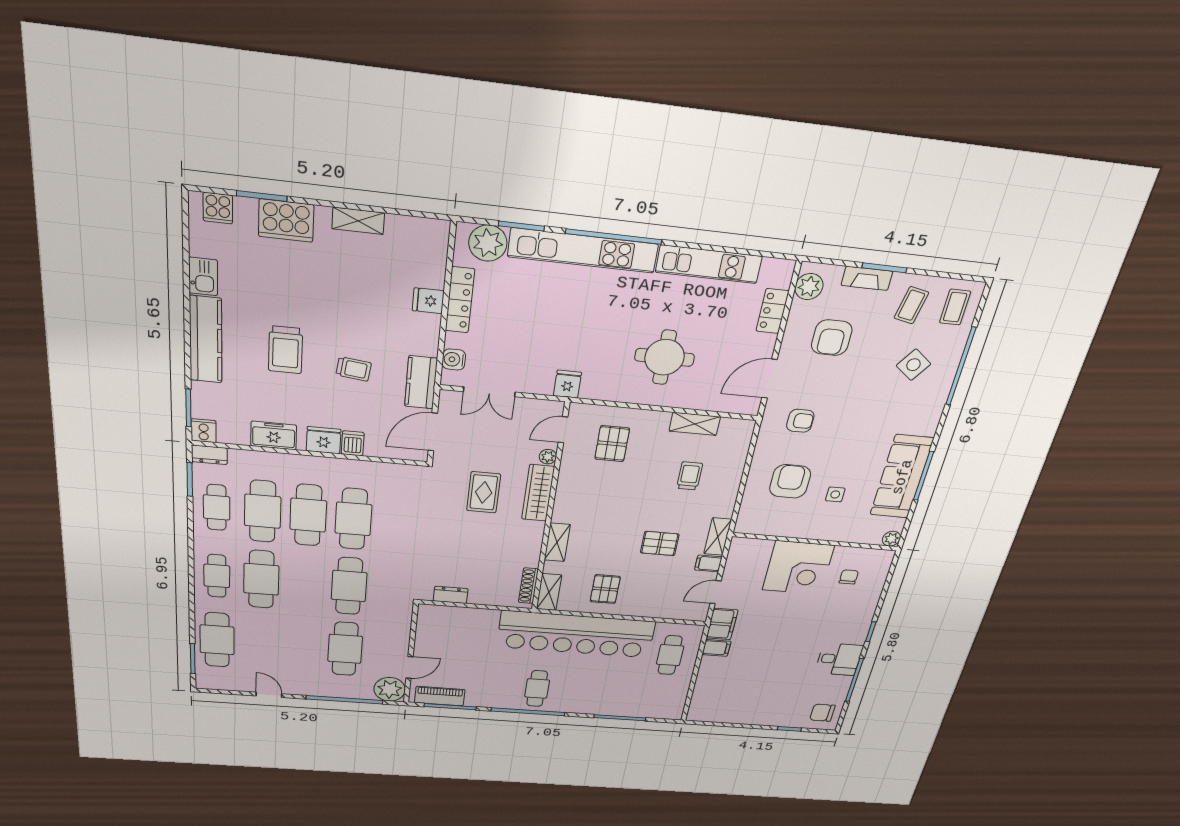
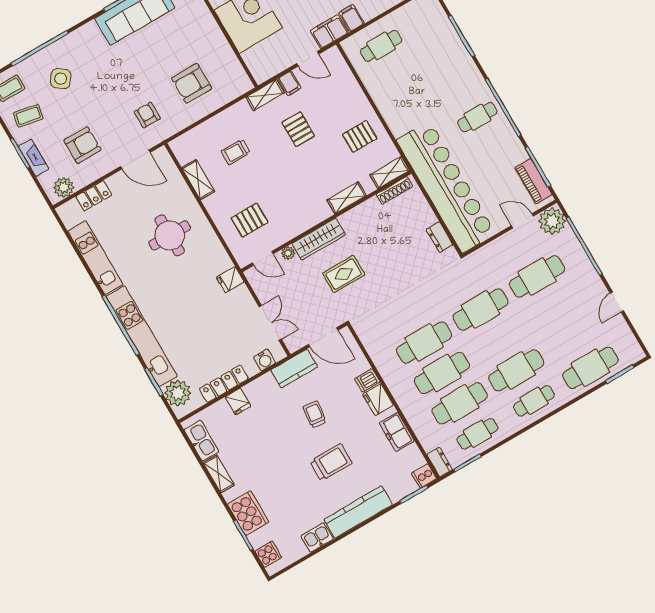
kitchen sink: (412, 230) -> (201, 441), added
side table: (835, 494) -> (179, 45), removed
bar counter: (576, 634) -> (446, 187), moved

